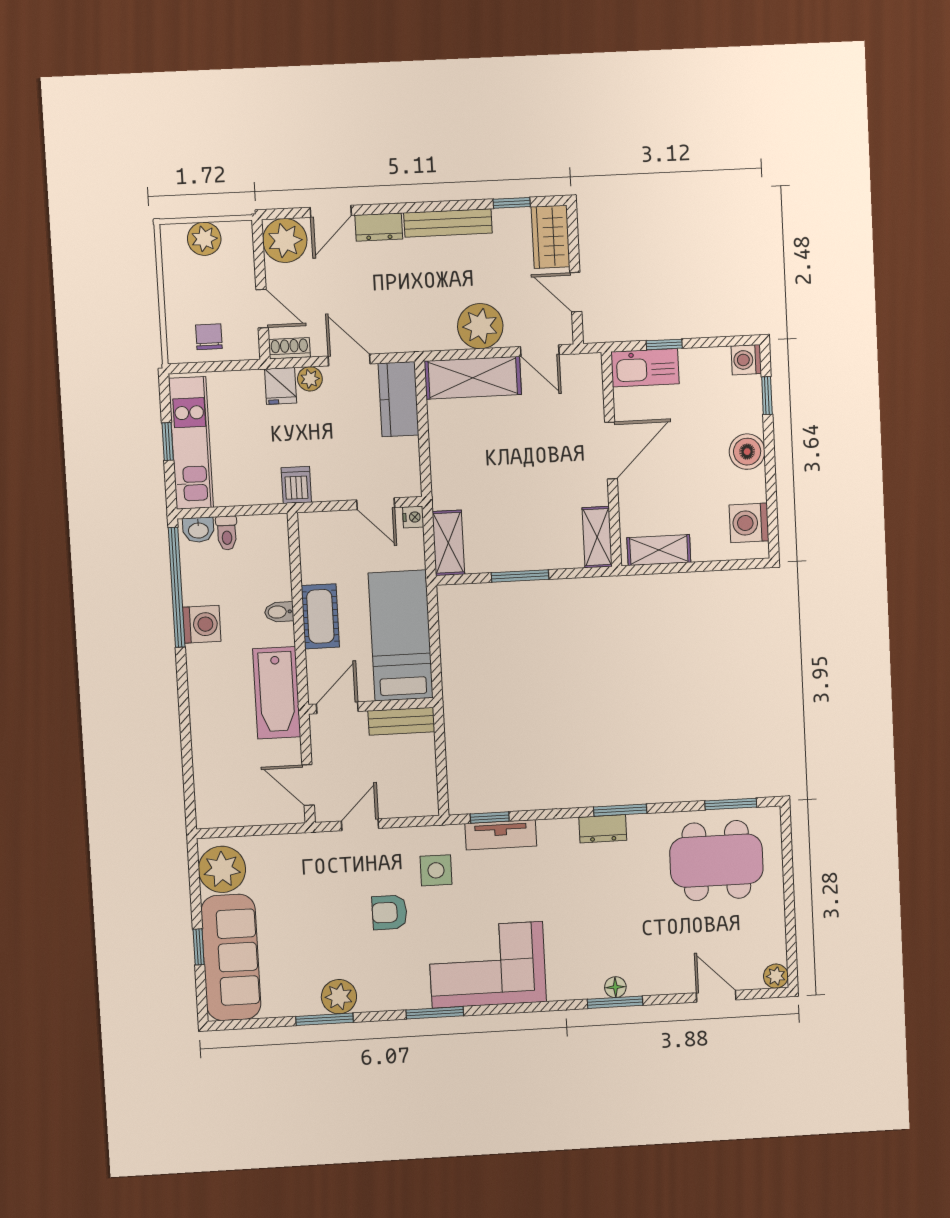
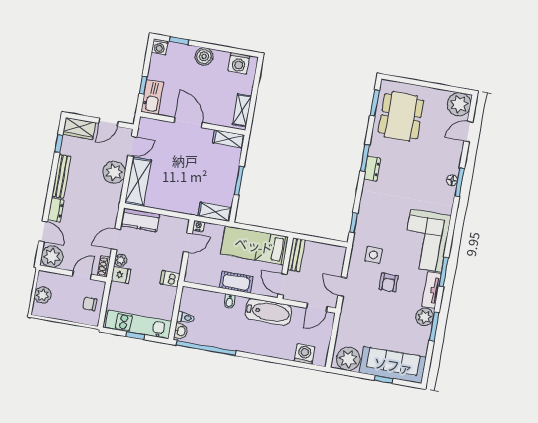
washing machine: (202, 624) -> (304, 354), moved
tv unit: (501, 835) -> (431, 290), moved, turned 180
plant: (776, 976) -> (459, 104), width x1.87, depth x1.87

